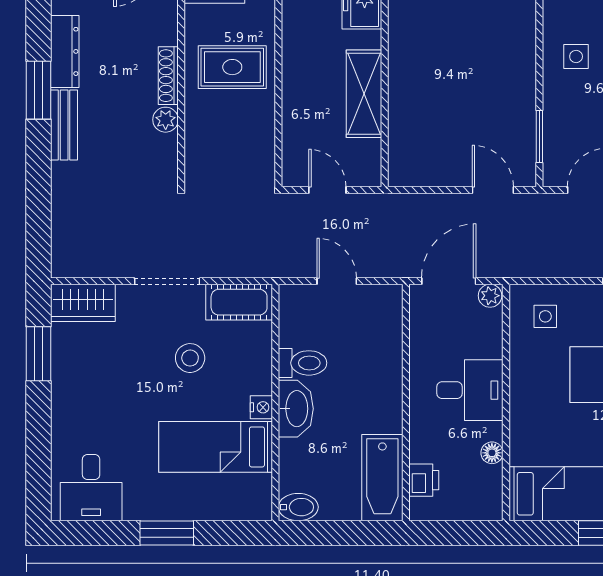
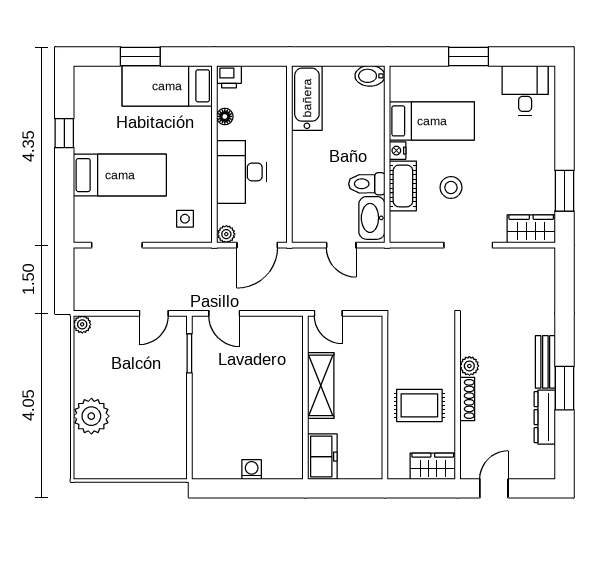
side table: (576, 56) -> (162, 413), removed
door: (327, 190) -> (328, 313), moved
cot: (239, 302) -> (403, 186), moved, turned 90
desk: (470, 390) -> (241, 172), width x1.37
washbasin: (296, 409) -> (372, 218), moved
printer: (424, 480) -> (229, 77), moved, turned -90

